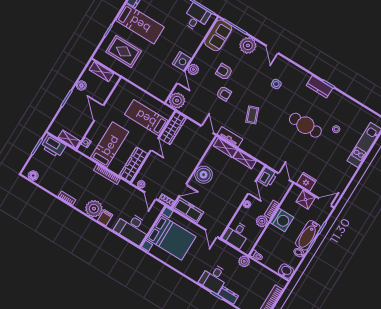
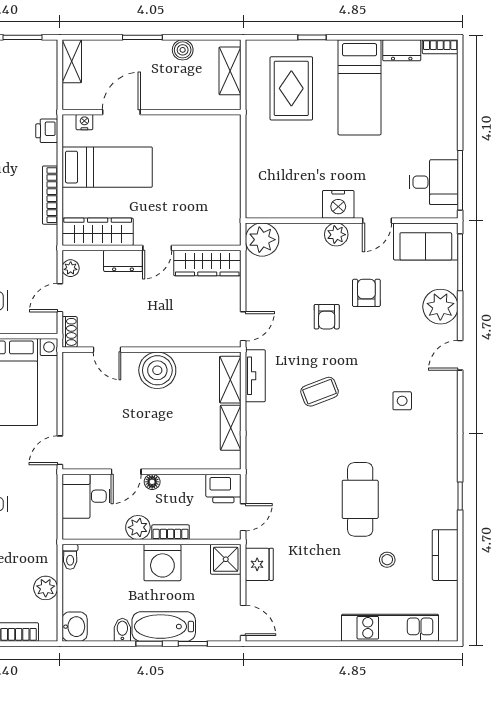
door: (181, 77) -> (377, 221), moved
kitchen counter: (319, 87) -> (445, 555), moved
door: (99, 113) -> (121, 112), moved
bed: (146, 118) -> (197, 203), removed
shelving: (69, 139) -> (72, 61), moved
printer: (53, 146) -> (47, 131), moved, width x0.53, depth x0.68
dresser: (151, 161) -> (123, 261), added
door: (252, 188) -> (126, 472), moved
shower: (306, 200) -> (226, 559), moved
freezer: (188, 210) -> (76, 382), removed
plant: (244, 261) -> (46, 588), moved

